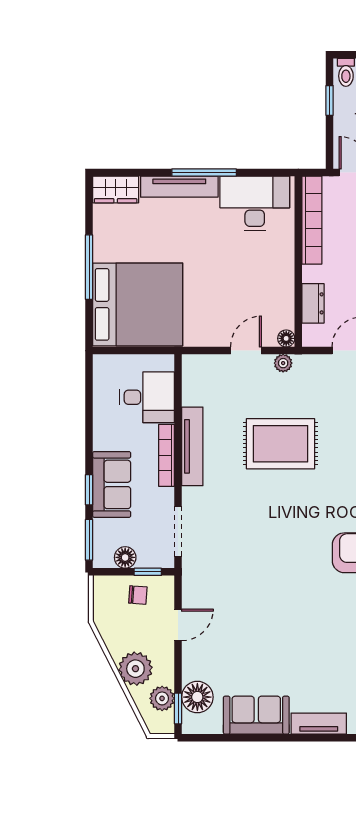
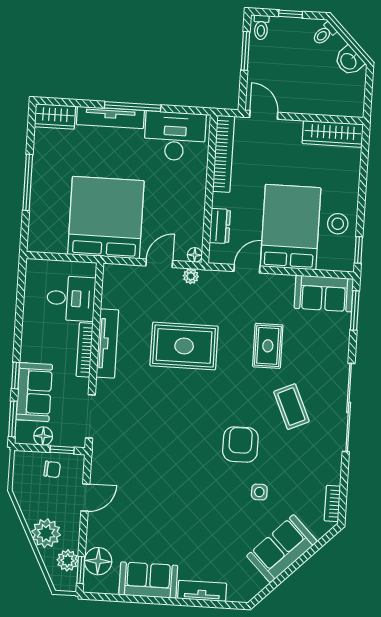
window: (330, 100) -> (245, 51), width x1.50
bed: (138, 304) -> (106, 218), moved, turned -90
sofa: (112, 484) -> (34, 392), moved

